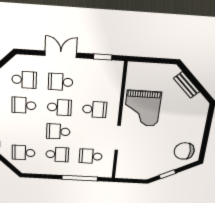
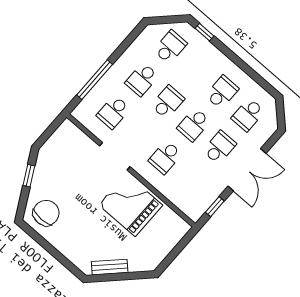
double door: (61, 54) -> (247, 170), width x1.37
bench: (187, 85) -> (110, 267), moved
school desk: (91, 156) -> (113, 112), turned 180

